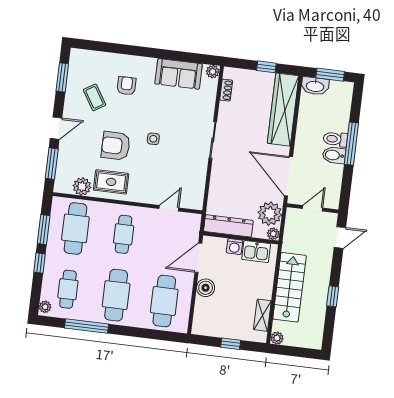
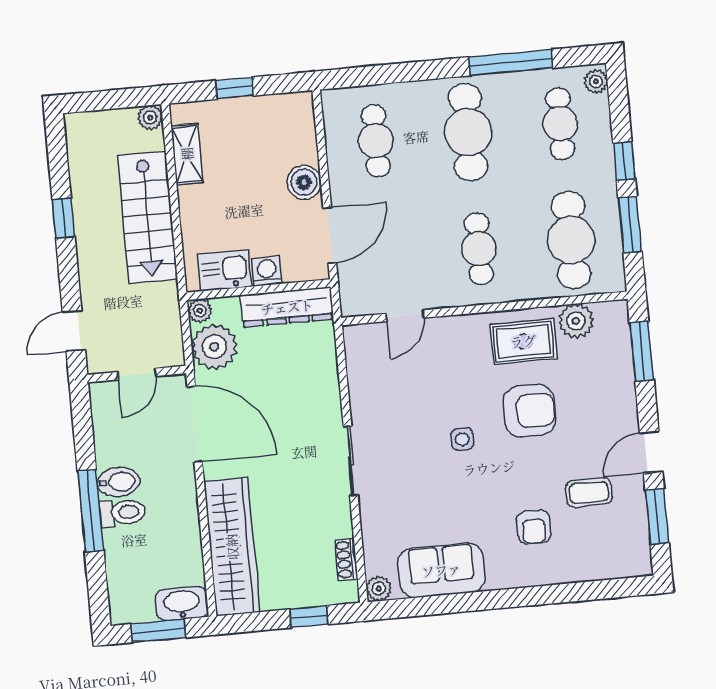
window: (266, 67) -> (309, 617), moved
coffee table: (94, 97) -> (589, 492), turned -58
door: (56, 128) -> (651, 452), moved
cafe table: (164, 301) -> (376, 141), width x0.73, depth x0.74

